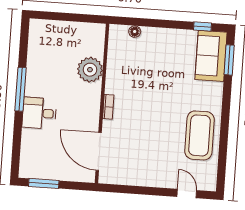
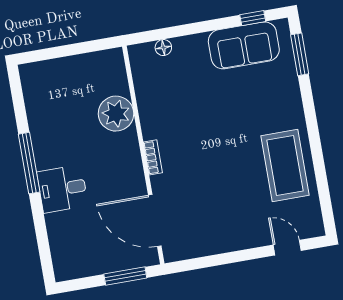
sofa: (211, 56) -> (244, 45), moved, turned -90
window: (44, 183) -> (125, 276), moved

